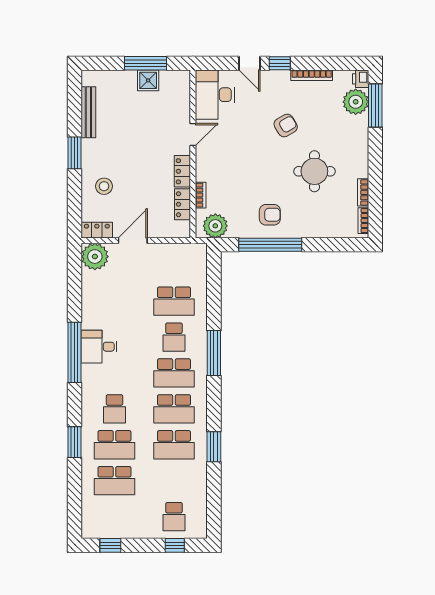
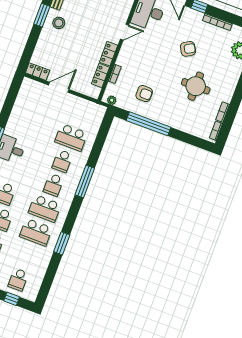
stool: (104, 186) -> (59, 23), moved
armchair: (270, 215) -> (144, 94), moved
plant: (215, 226) -> (112, 100), width x0.53, depth x0.53
plant: (95, 257) -> (30, 89), removed
school desk: (174, 373) -> (53, 185), width x0.54

